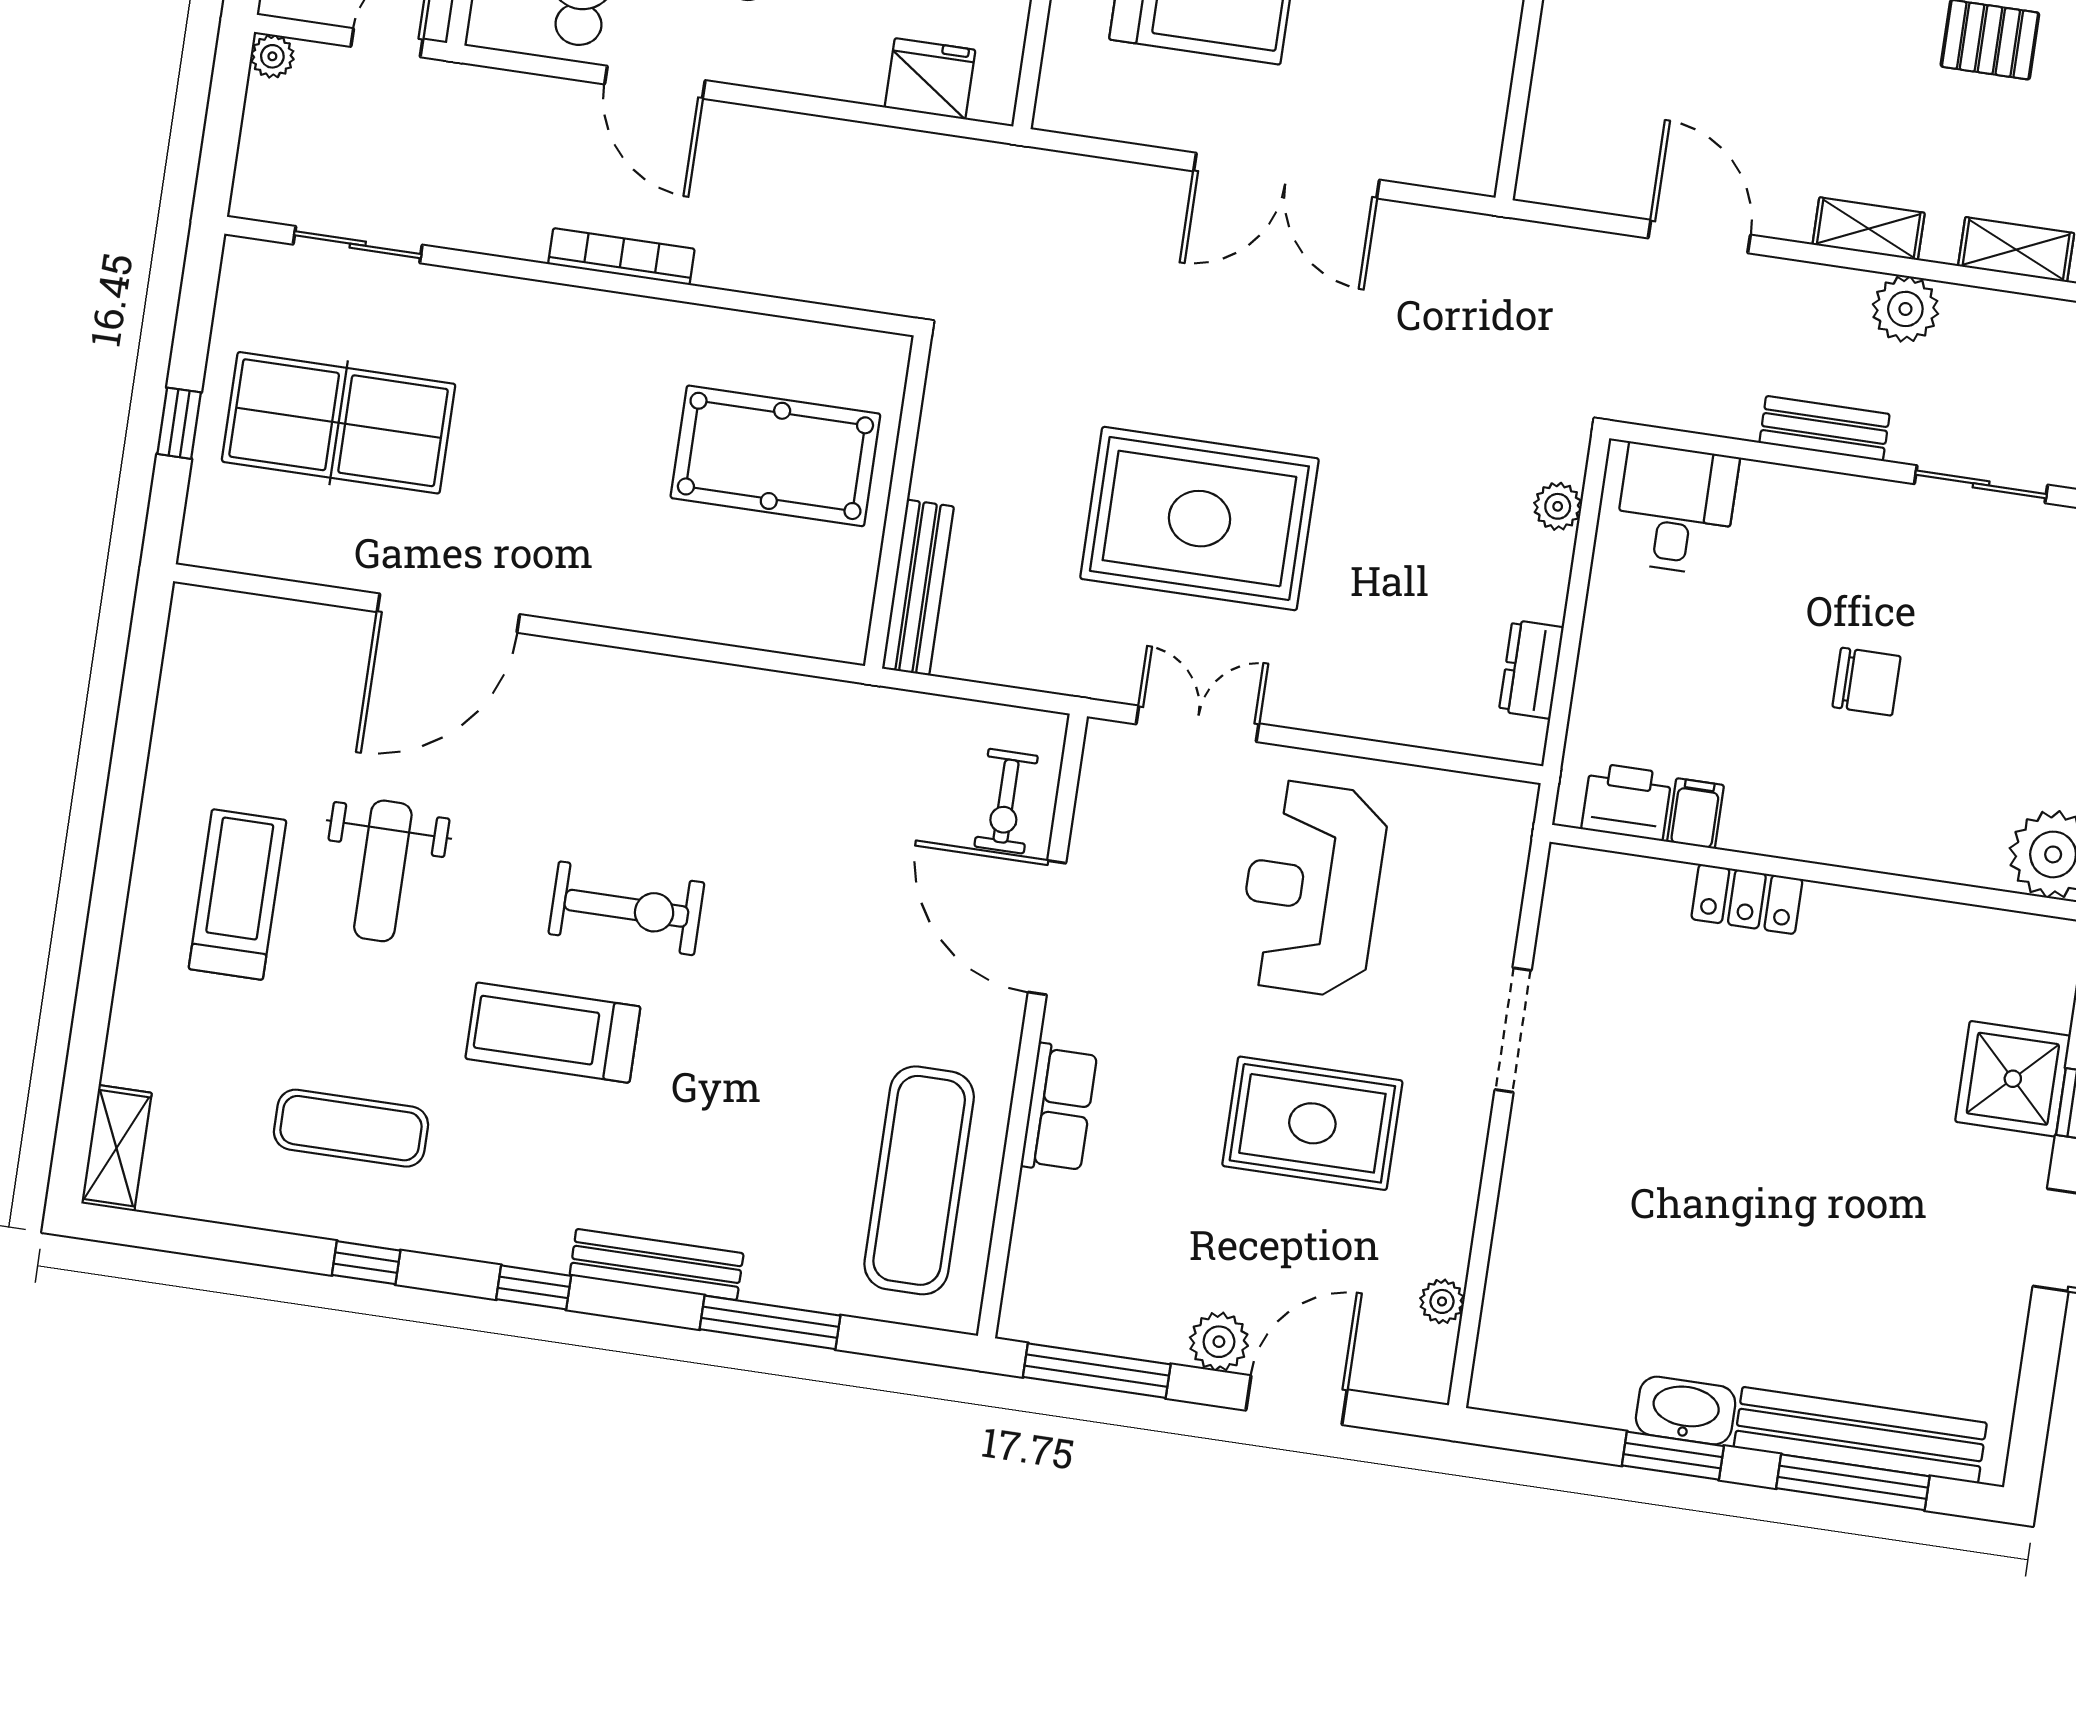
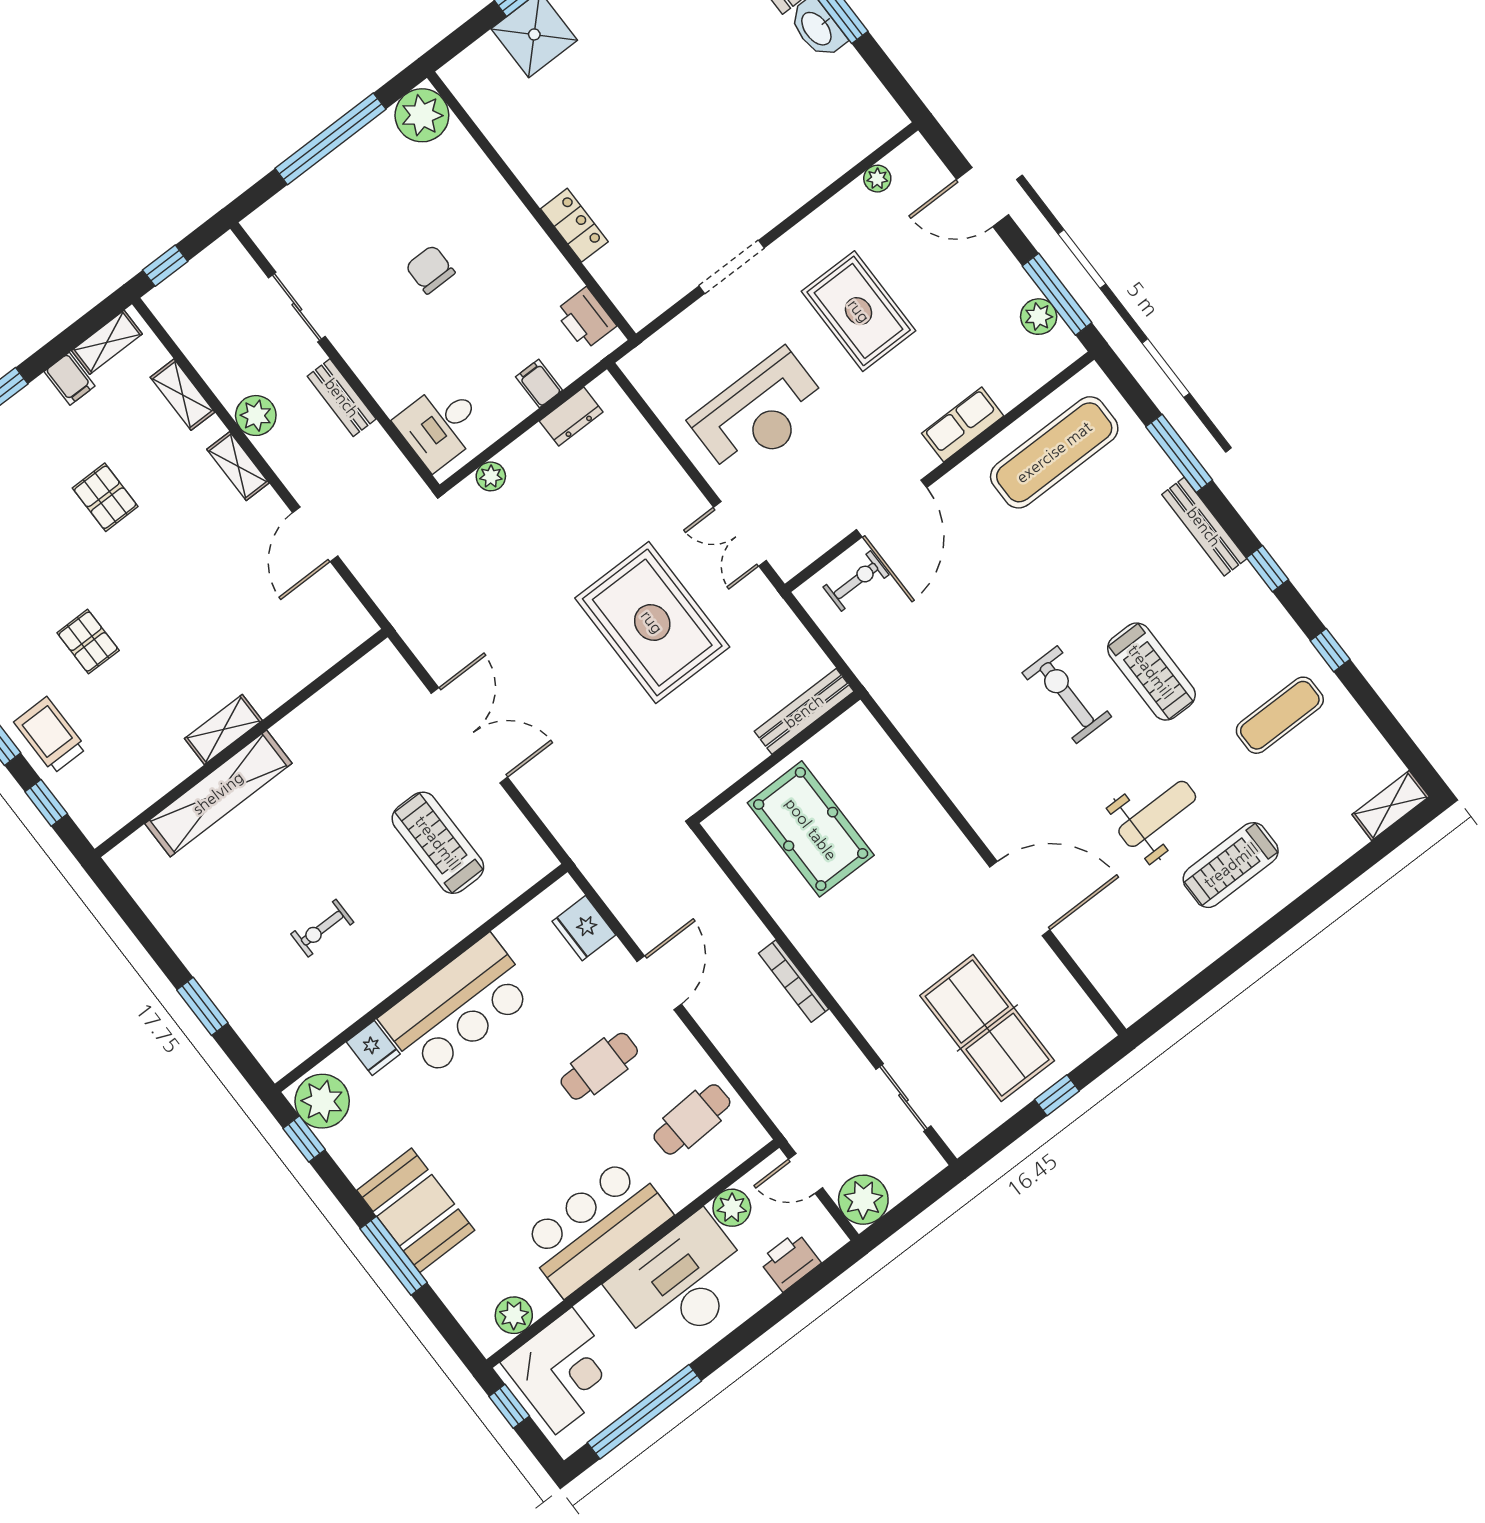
plant: (272, 56) -> (863, 1200), width x1.88, depth x1.88
door: (655, 82) -> (659, 983), moved
filing cabinet: (1695, 813) -> (539, 384), moved, turned 90
exercise mat: (351, 1128) -> (1280, 715), turned 90
plant: (1219, 1342) -> (1039, 317), moved

